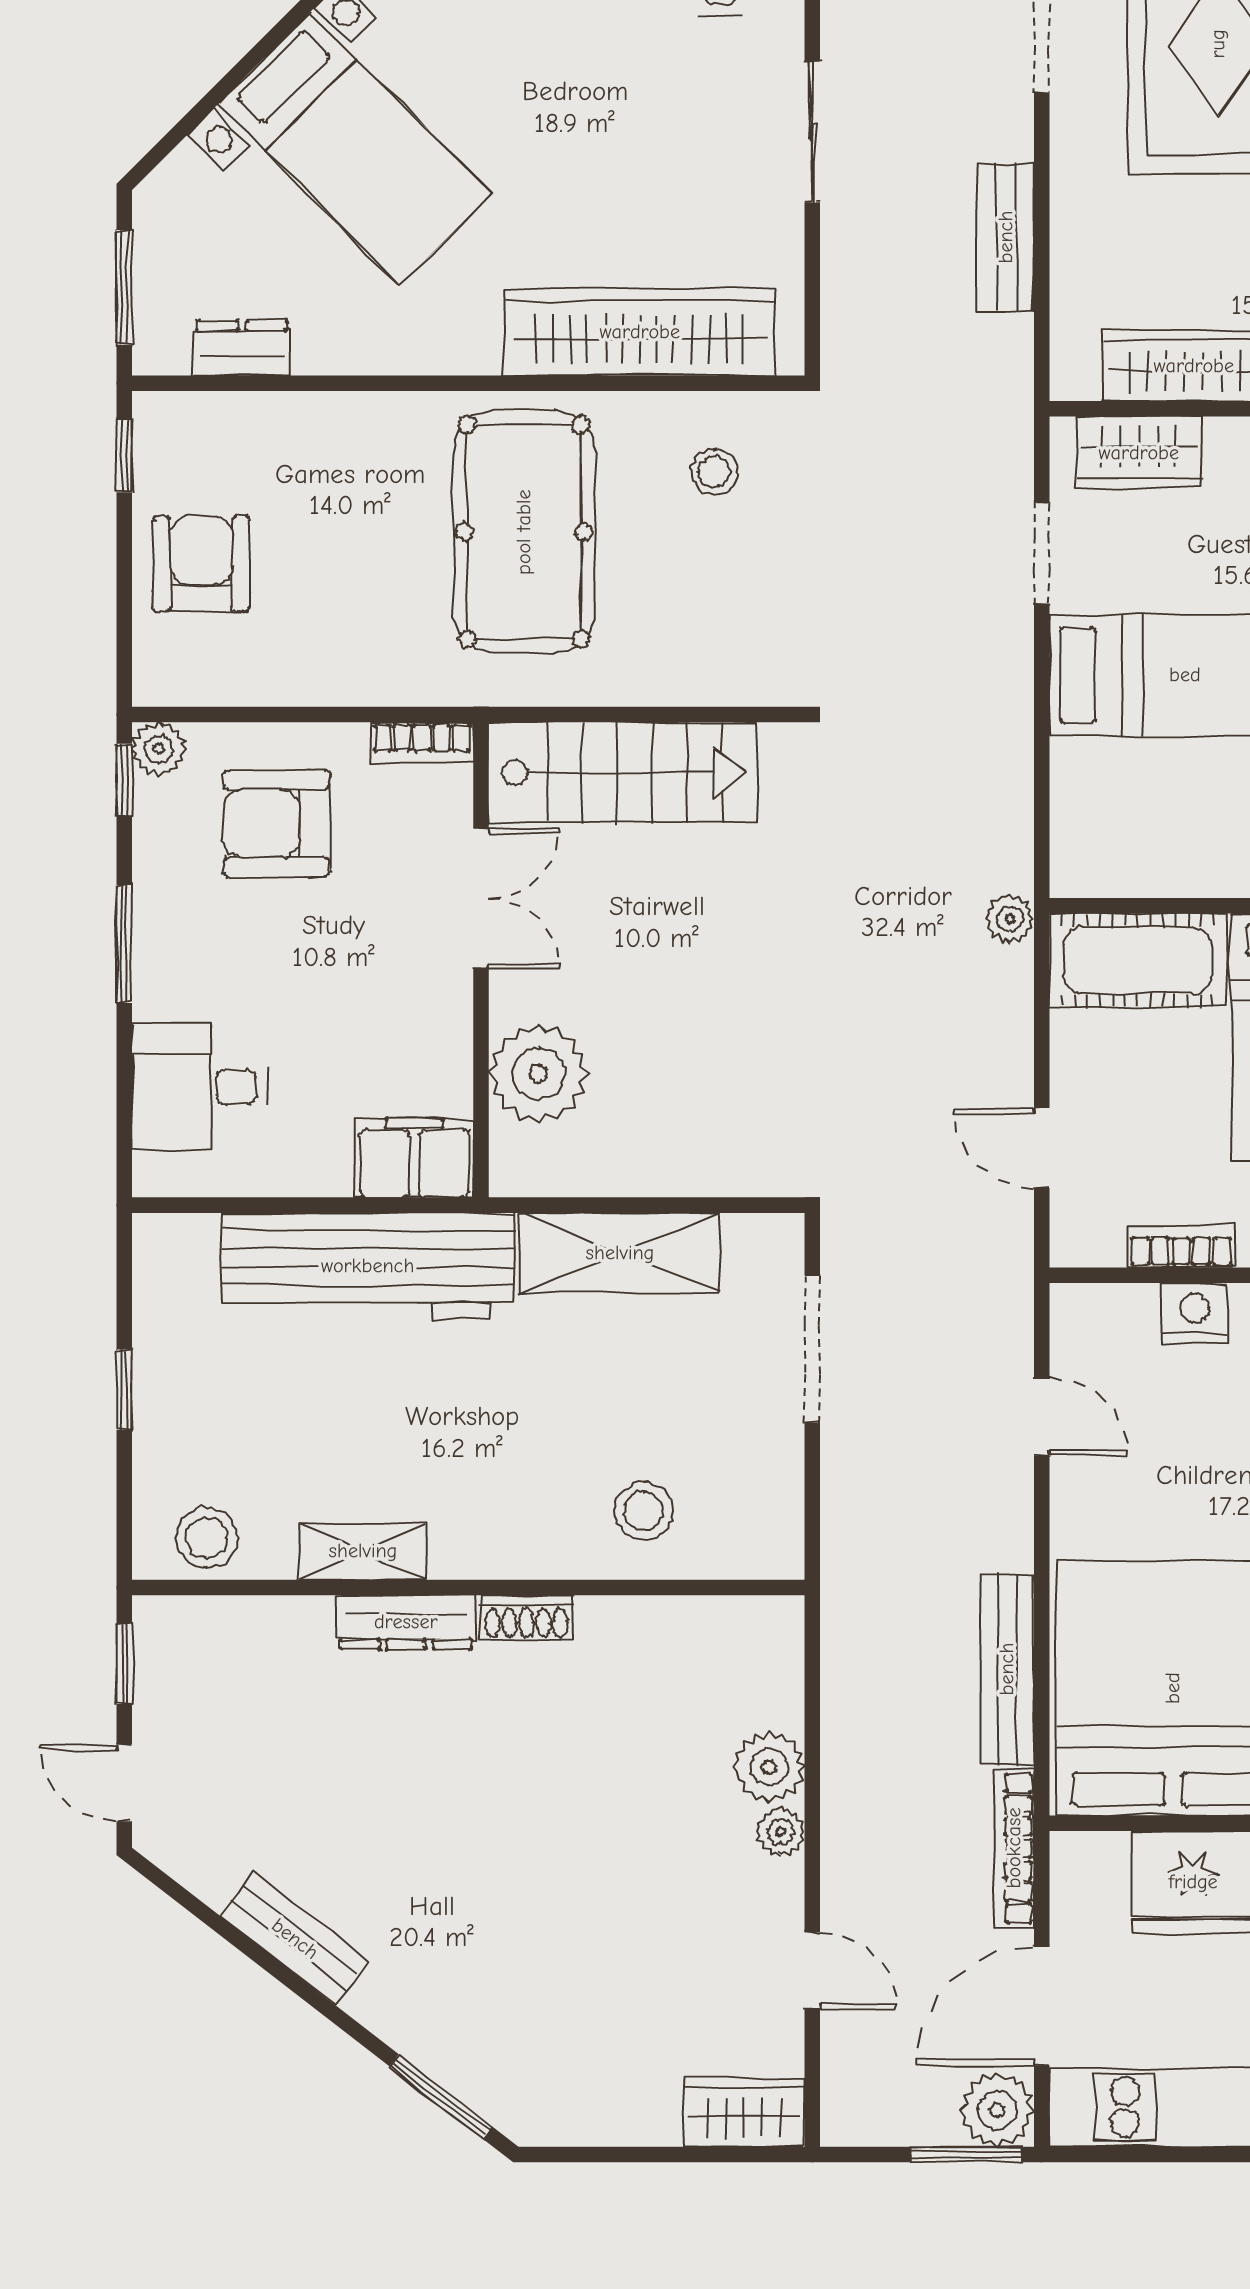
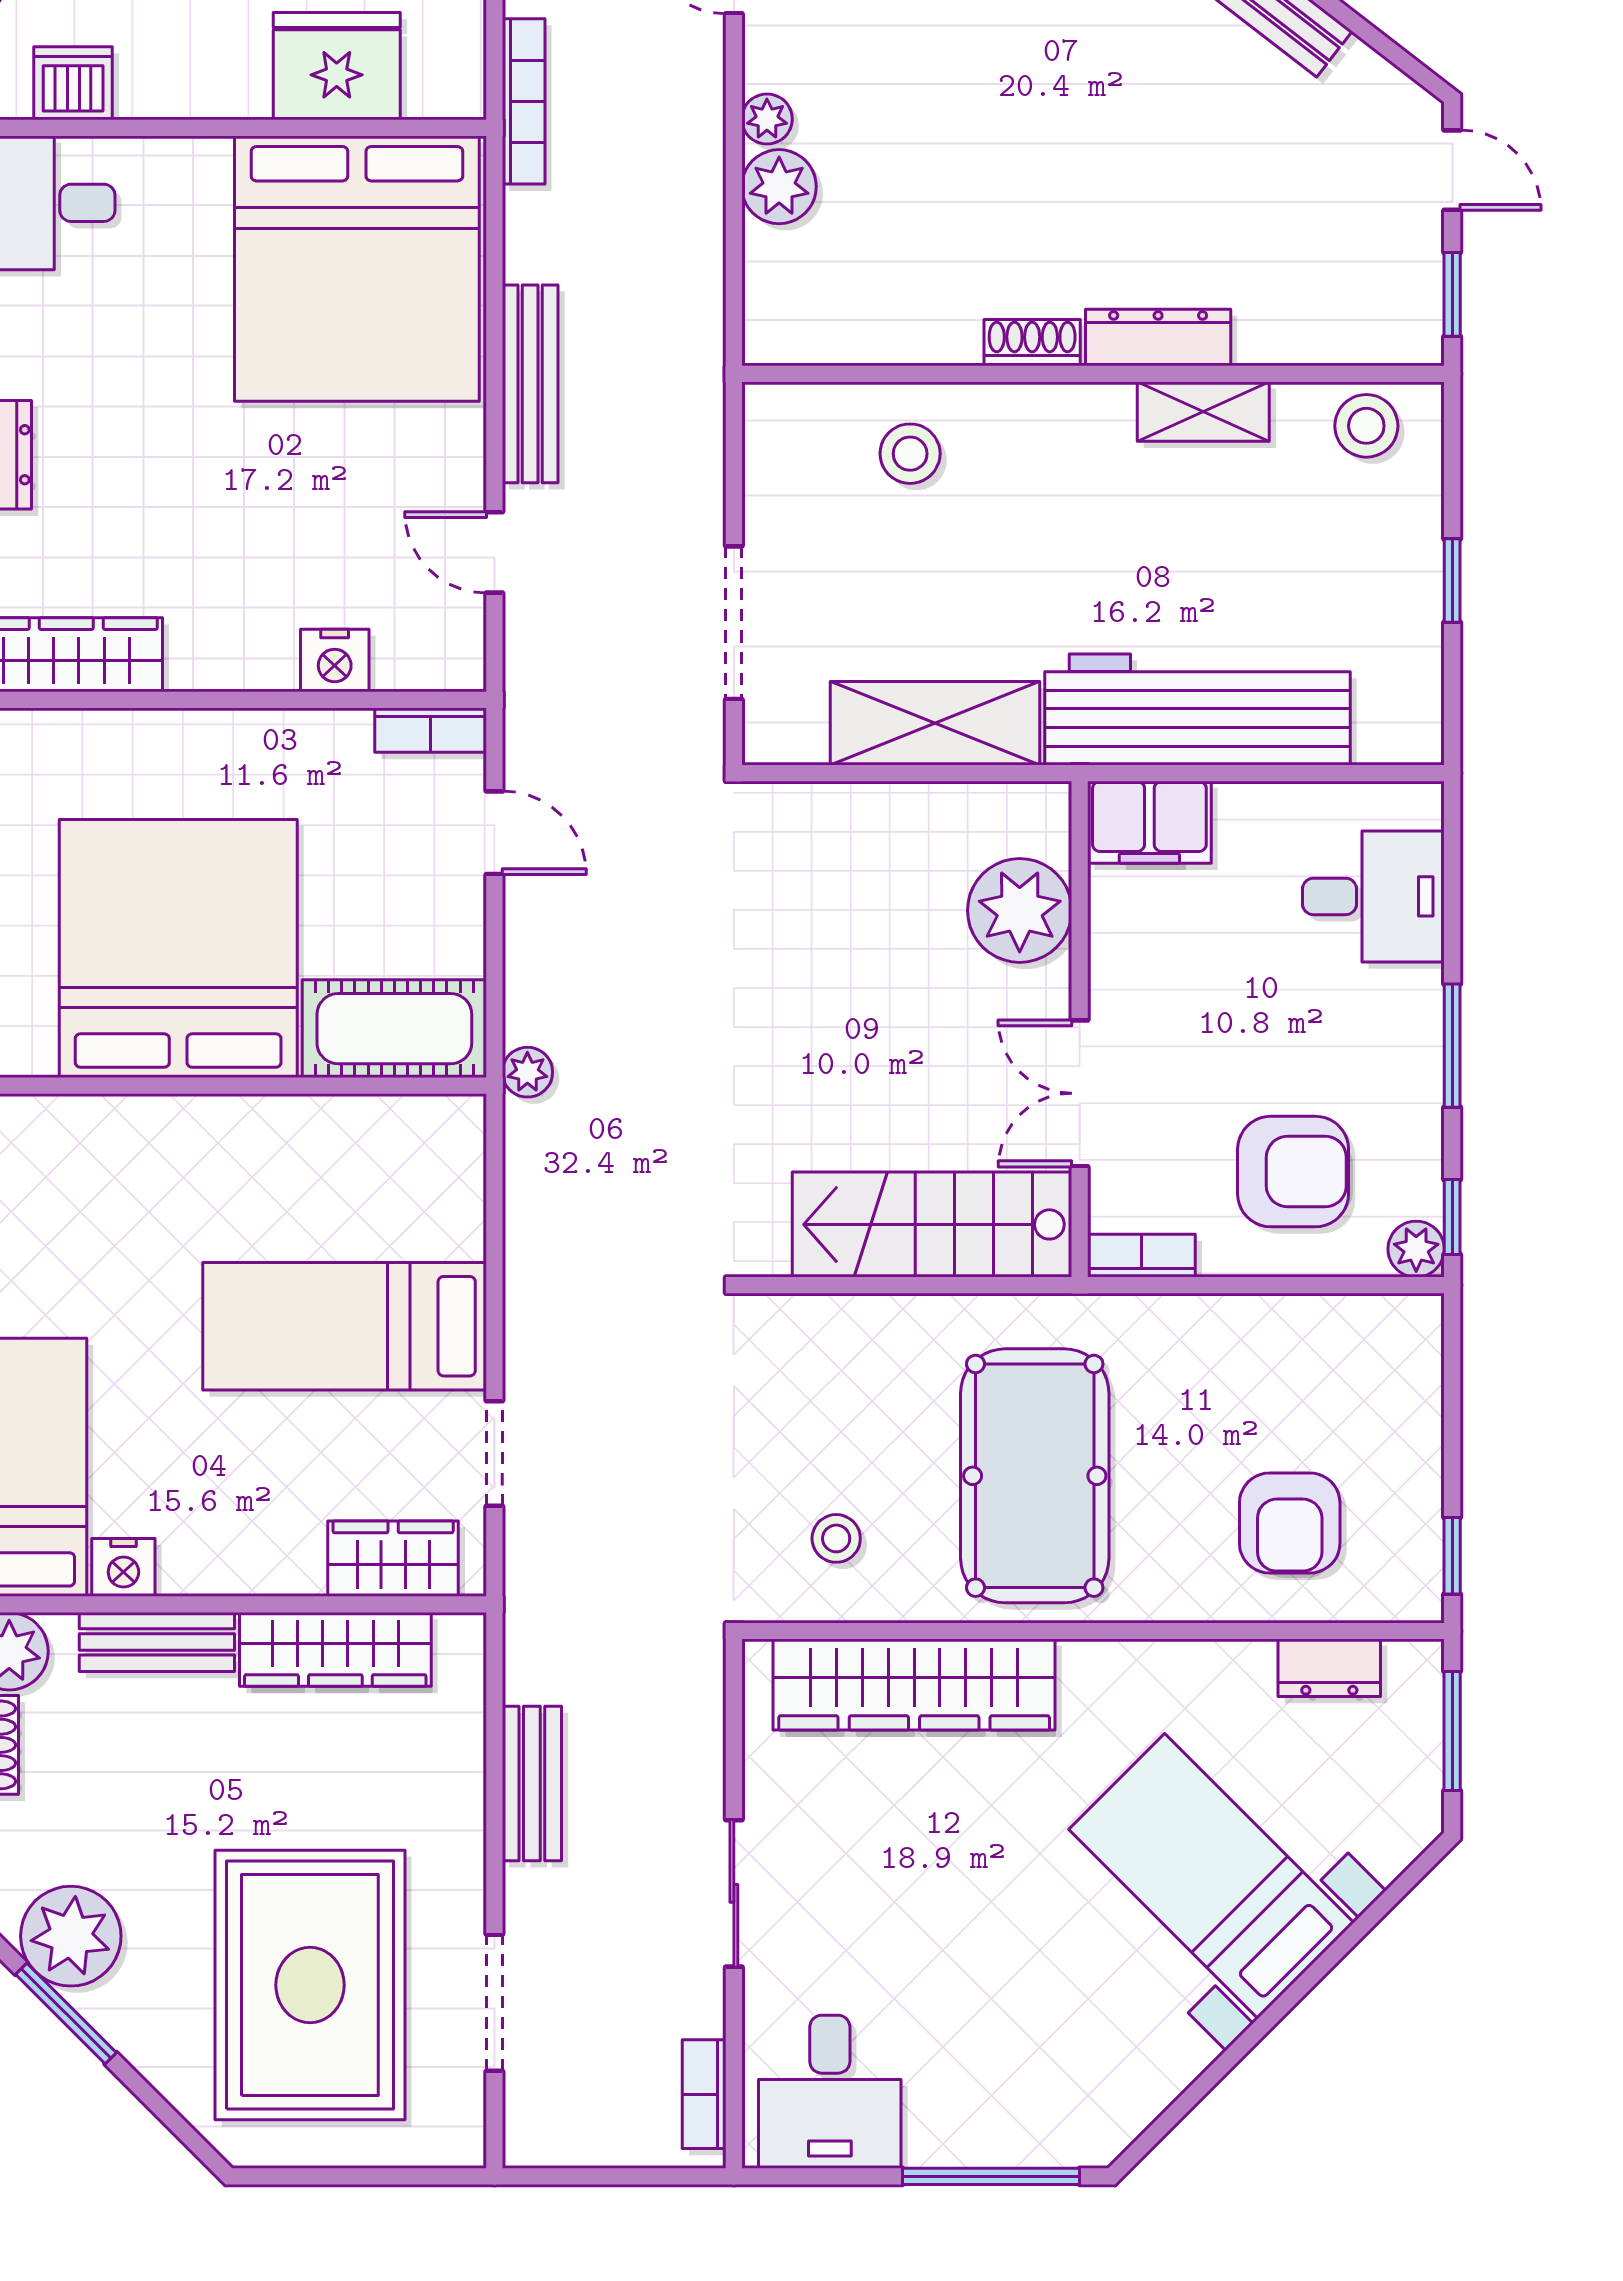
armchair: (201, 564) -> (1290, 1523), moved
bookcase: (1181, 1246) -> (431, 730), moved
bench: (1007, 1669) -> (530, 384), moved

